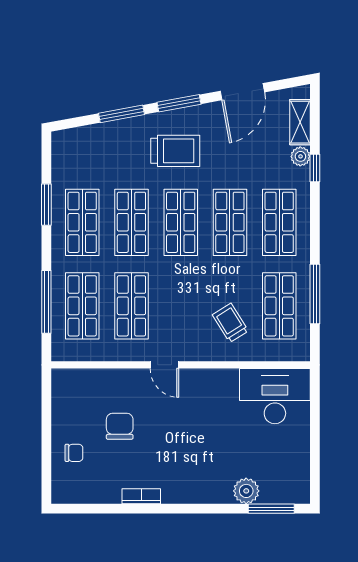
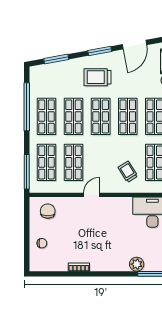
window: (121, 114) -> (56, 59), moved
trolley: (175, 151) -> (98, 77), turned 180
window: (46, 205) -> (27, 107), width x2.11
window: (46, 302) -> (27, 172), moved
door: (164, 365) -> (92, 195), swing flipped
chair: (120, 426) -> (48, 211), moved

